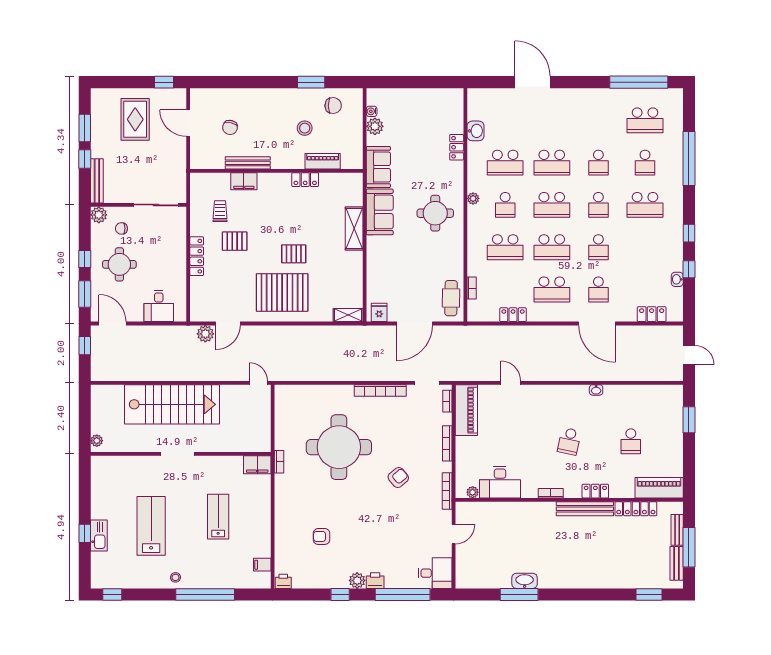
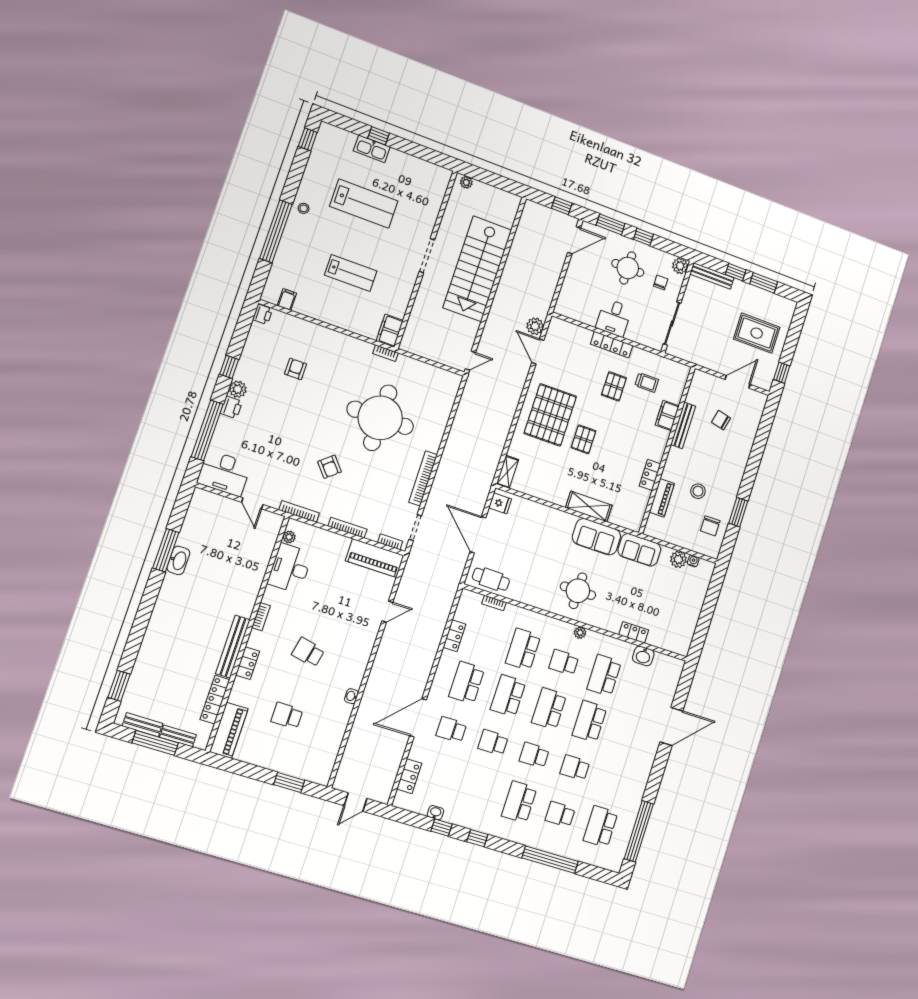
desk: (159, 306) -> (614, 318), moved, turned -90
desk: (435, 573) -> (224, 473), width x1.37

